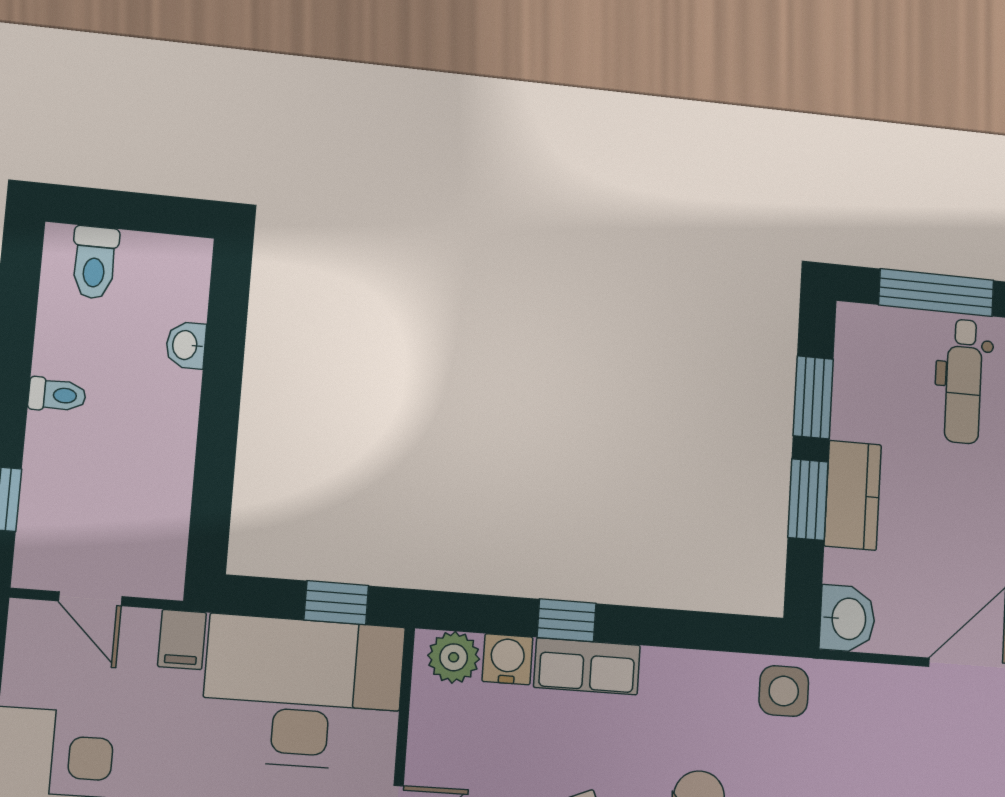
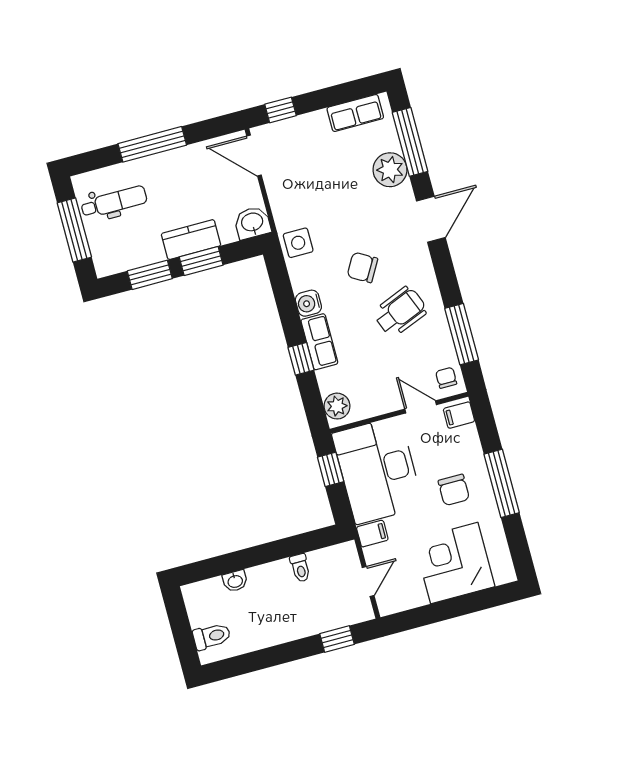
toilet: (57, 395) -> (300, 568), moved, turned 180
water cooler: (507, 659) -> (308, 303), moved

